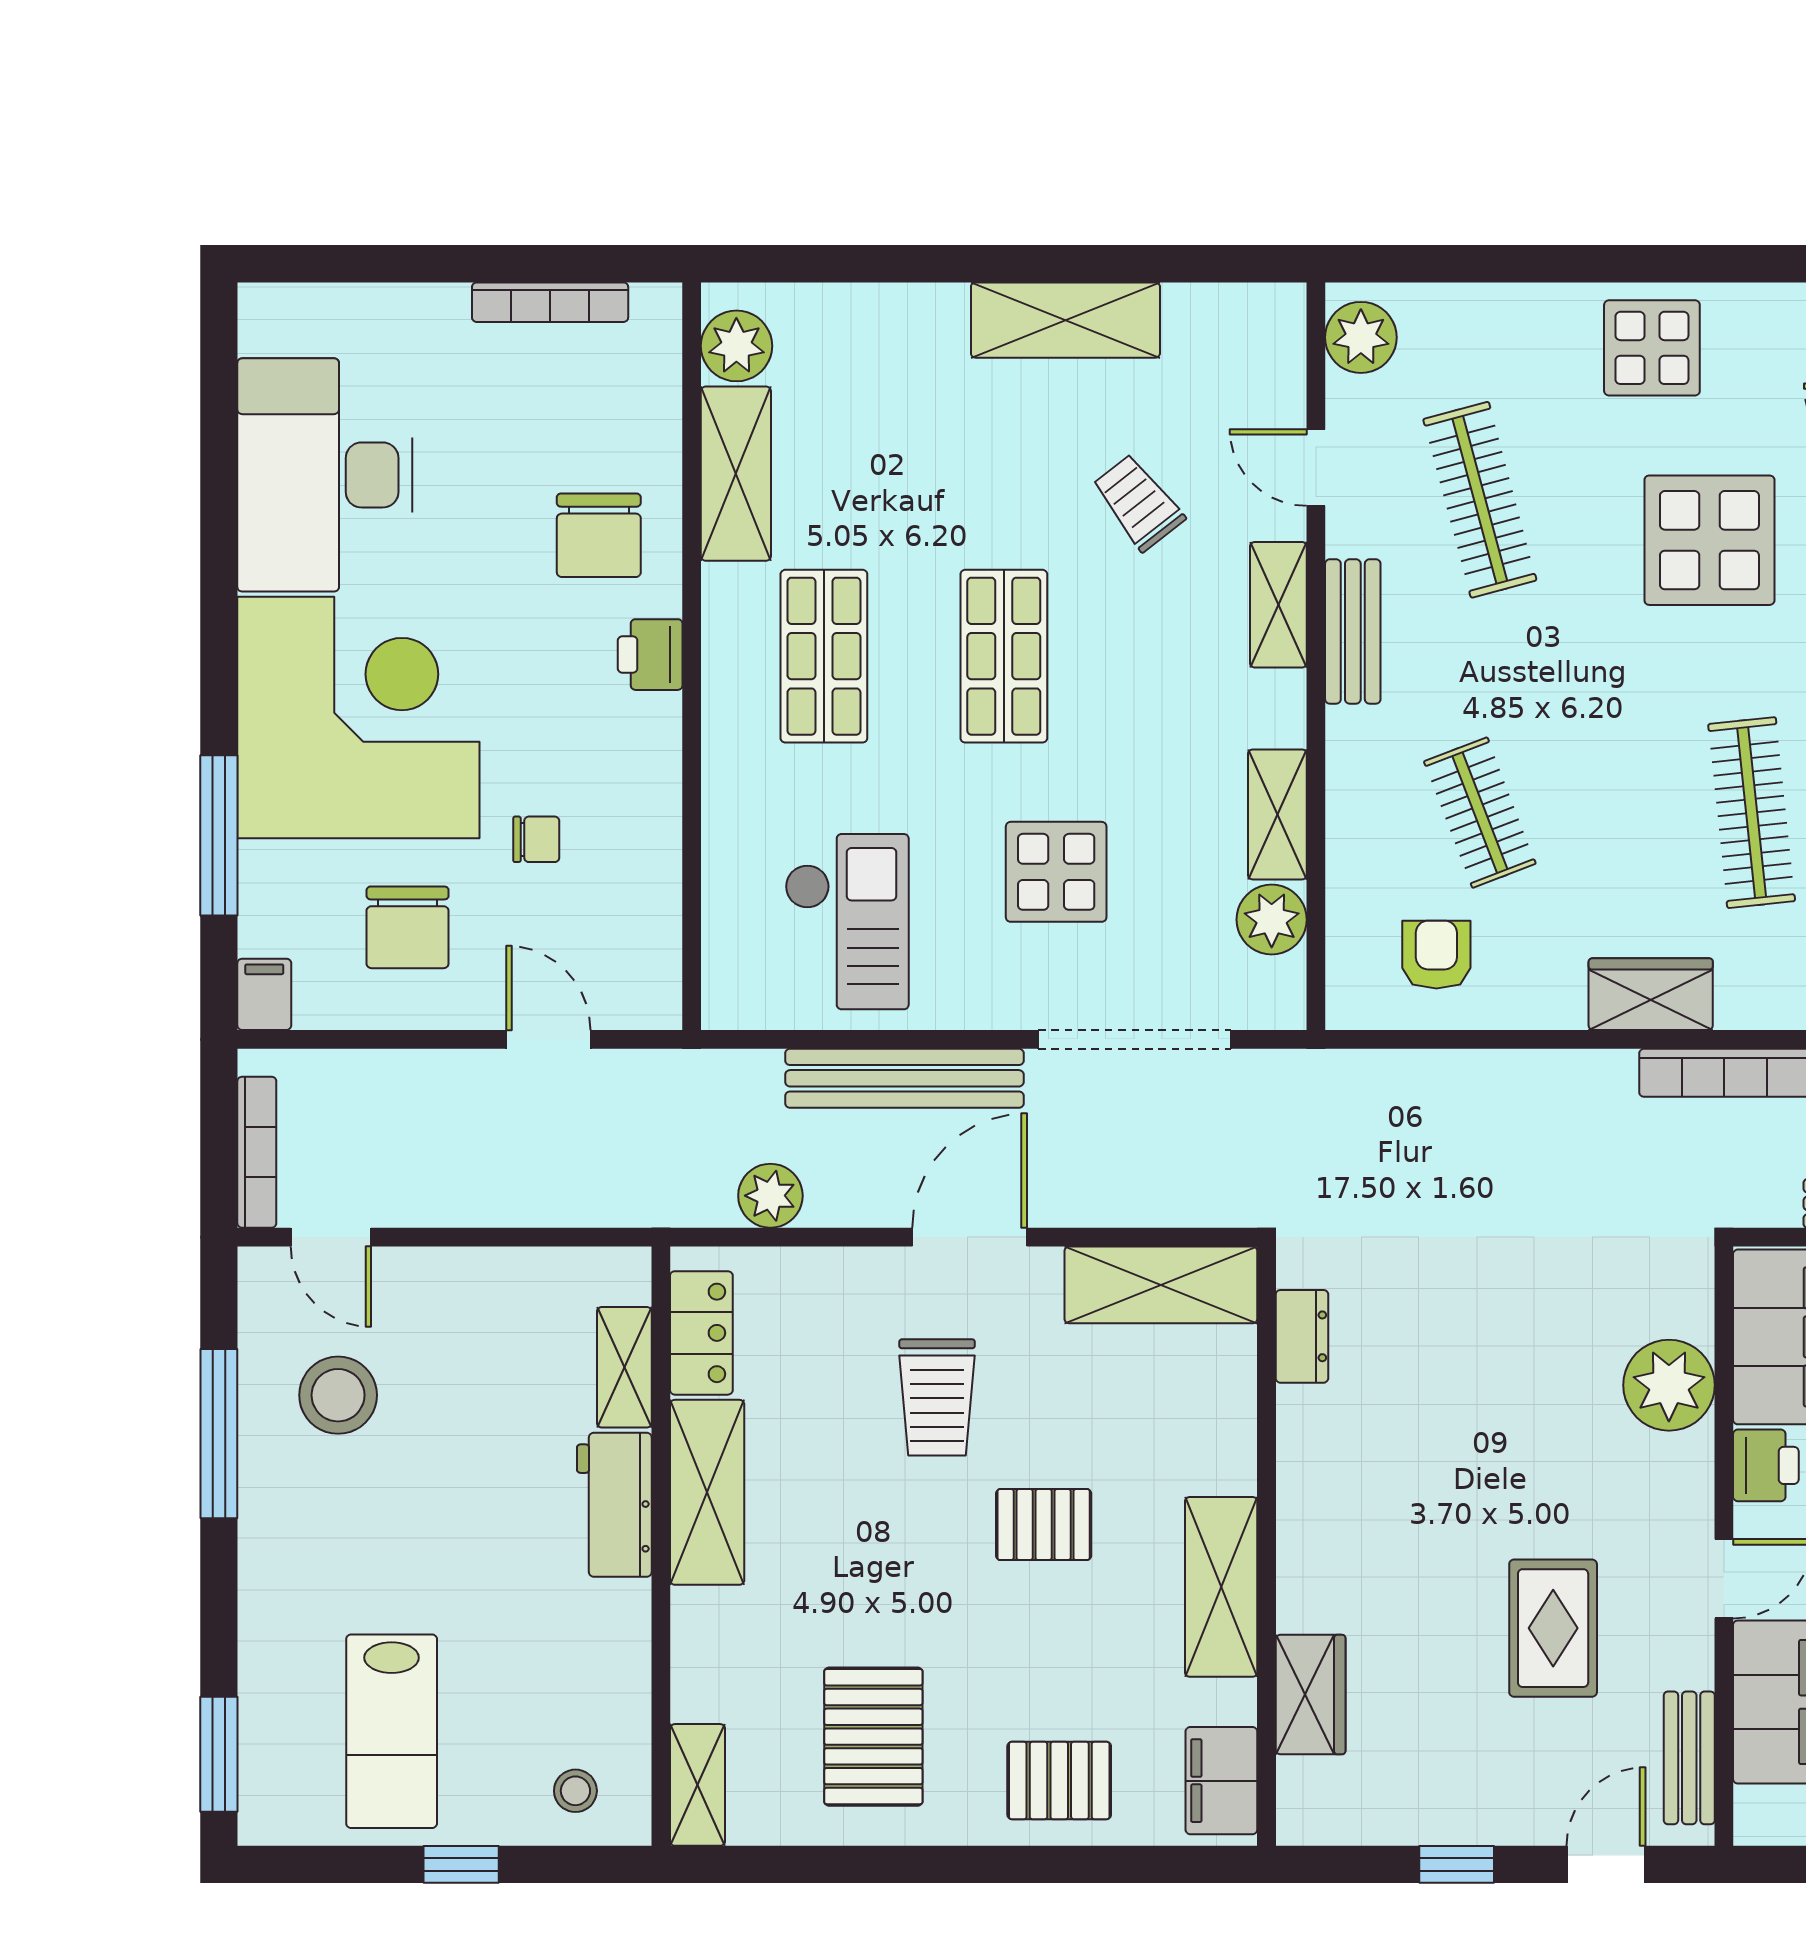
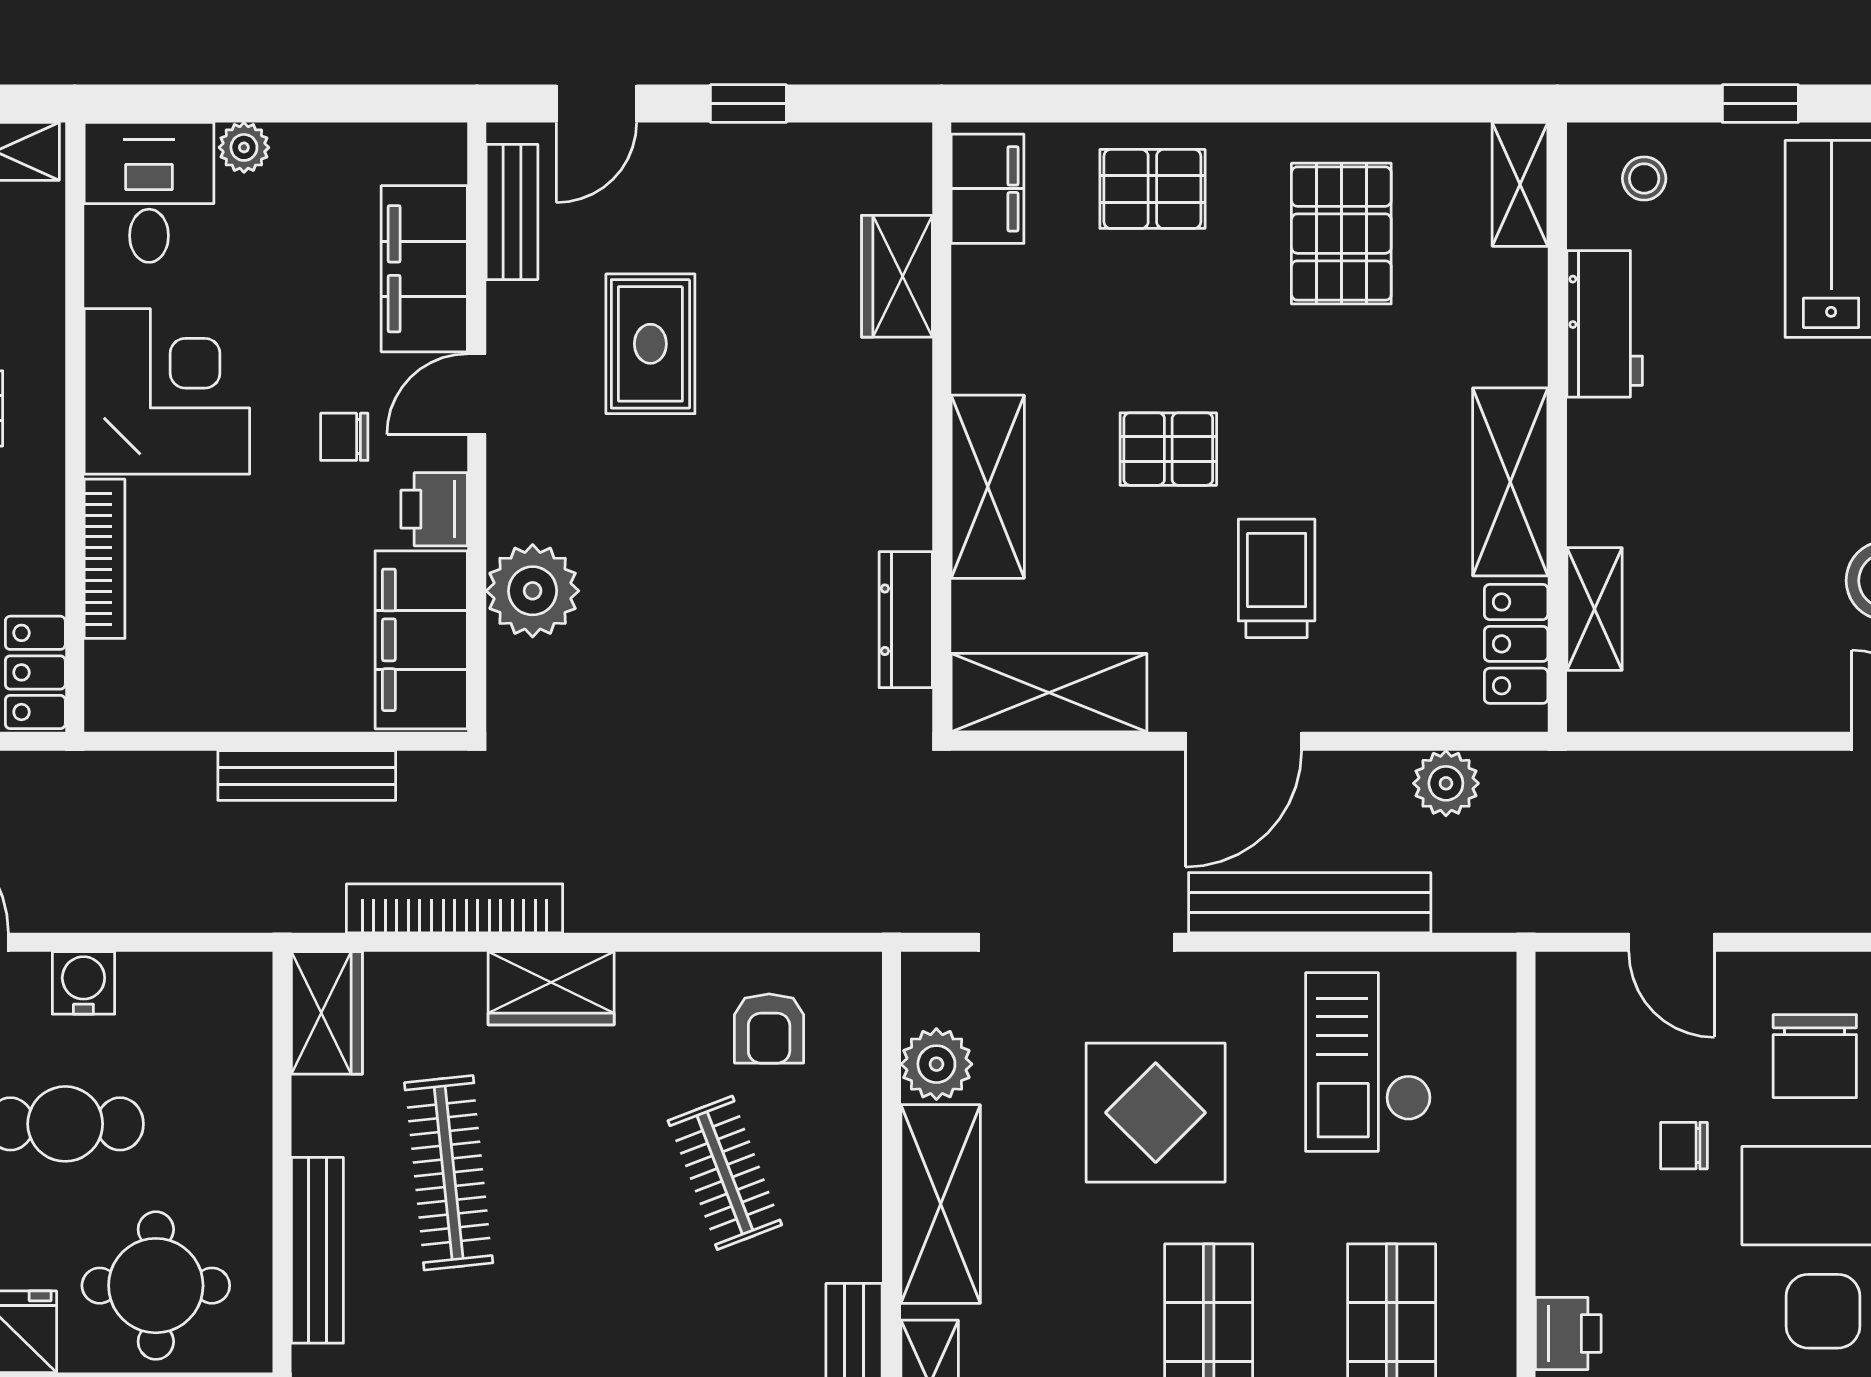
shelving: (1277, 814) -> (941, 1204), width x1.50, depth x1.33
display table: (1056, 872) -> (1156, 1113), width x1.36, depth x1.36
chair: (408, 927) -> (1815, 1056), turned 180
dresser: (1302, 1336) -> (906, 620), width x1.44
workbench: (614, 1505) -> (1605, 324), moved
shelving: (1221, 1587) -> (988, 487), moved

